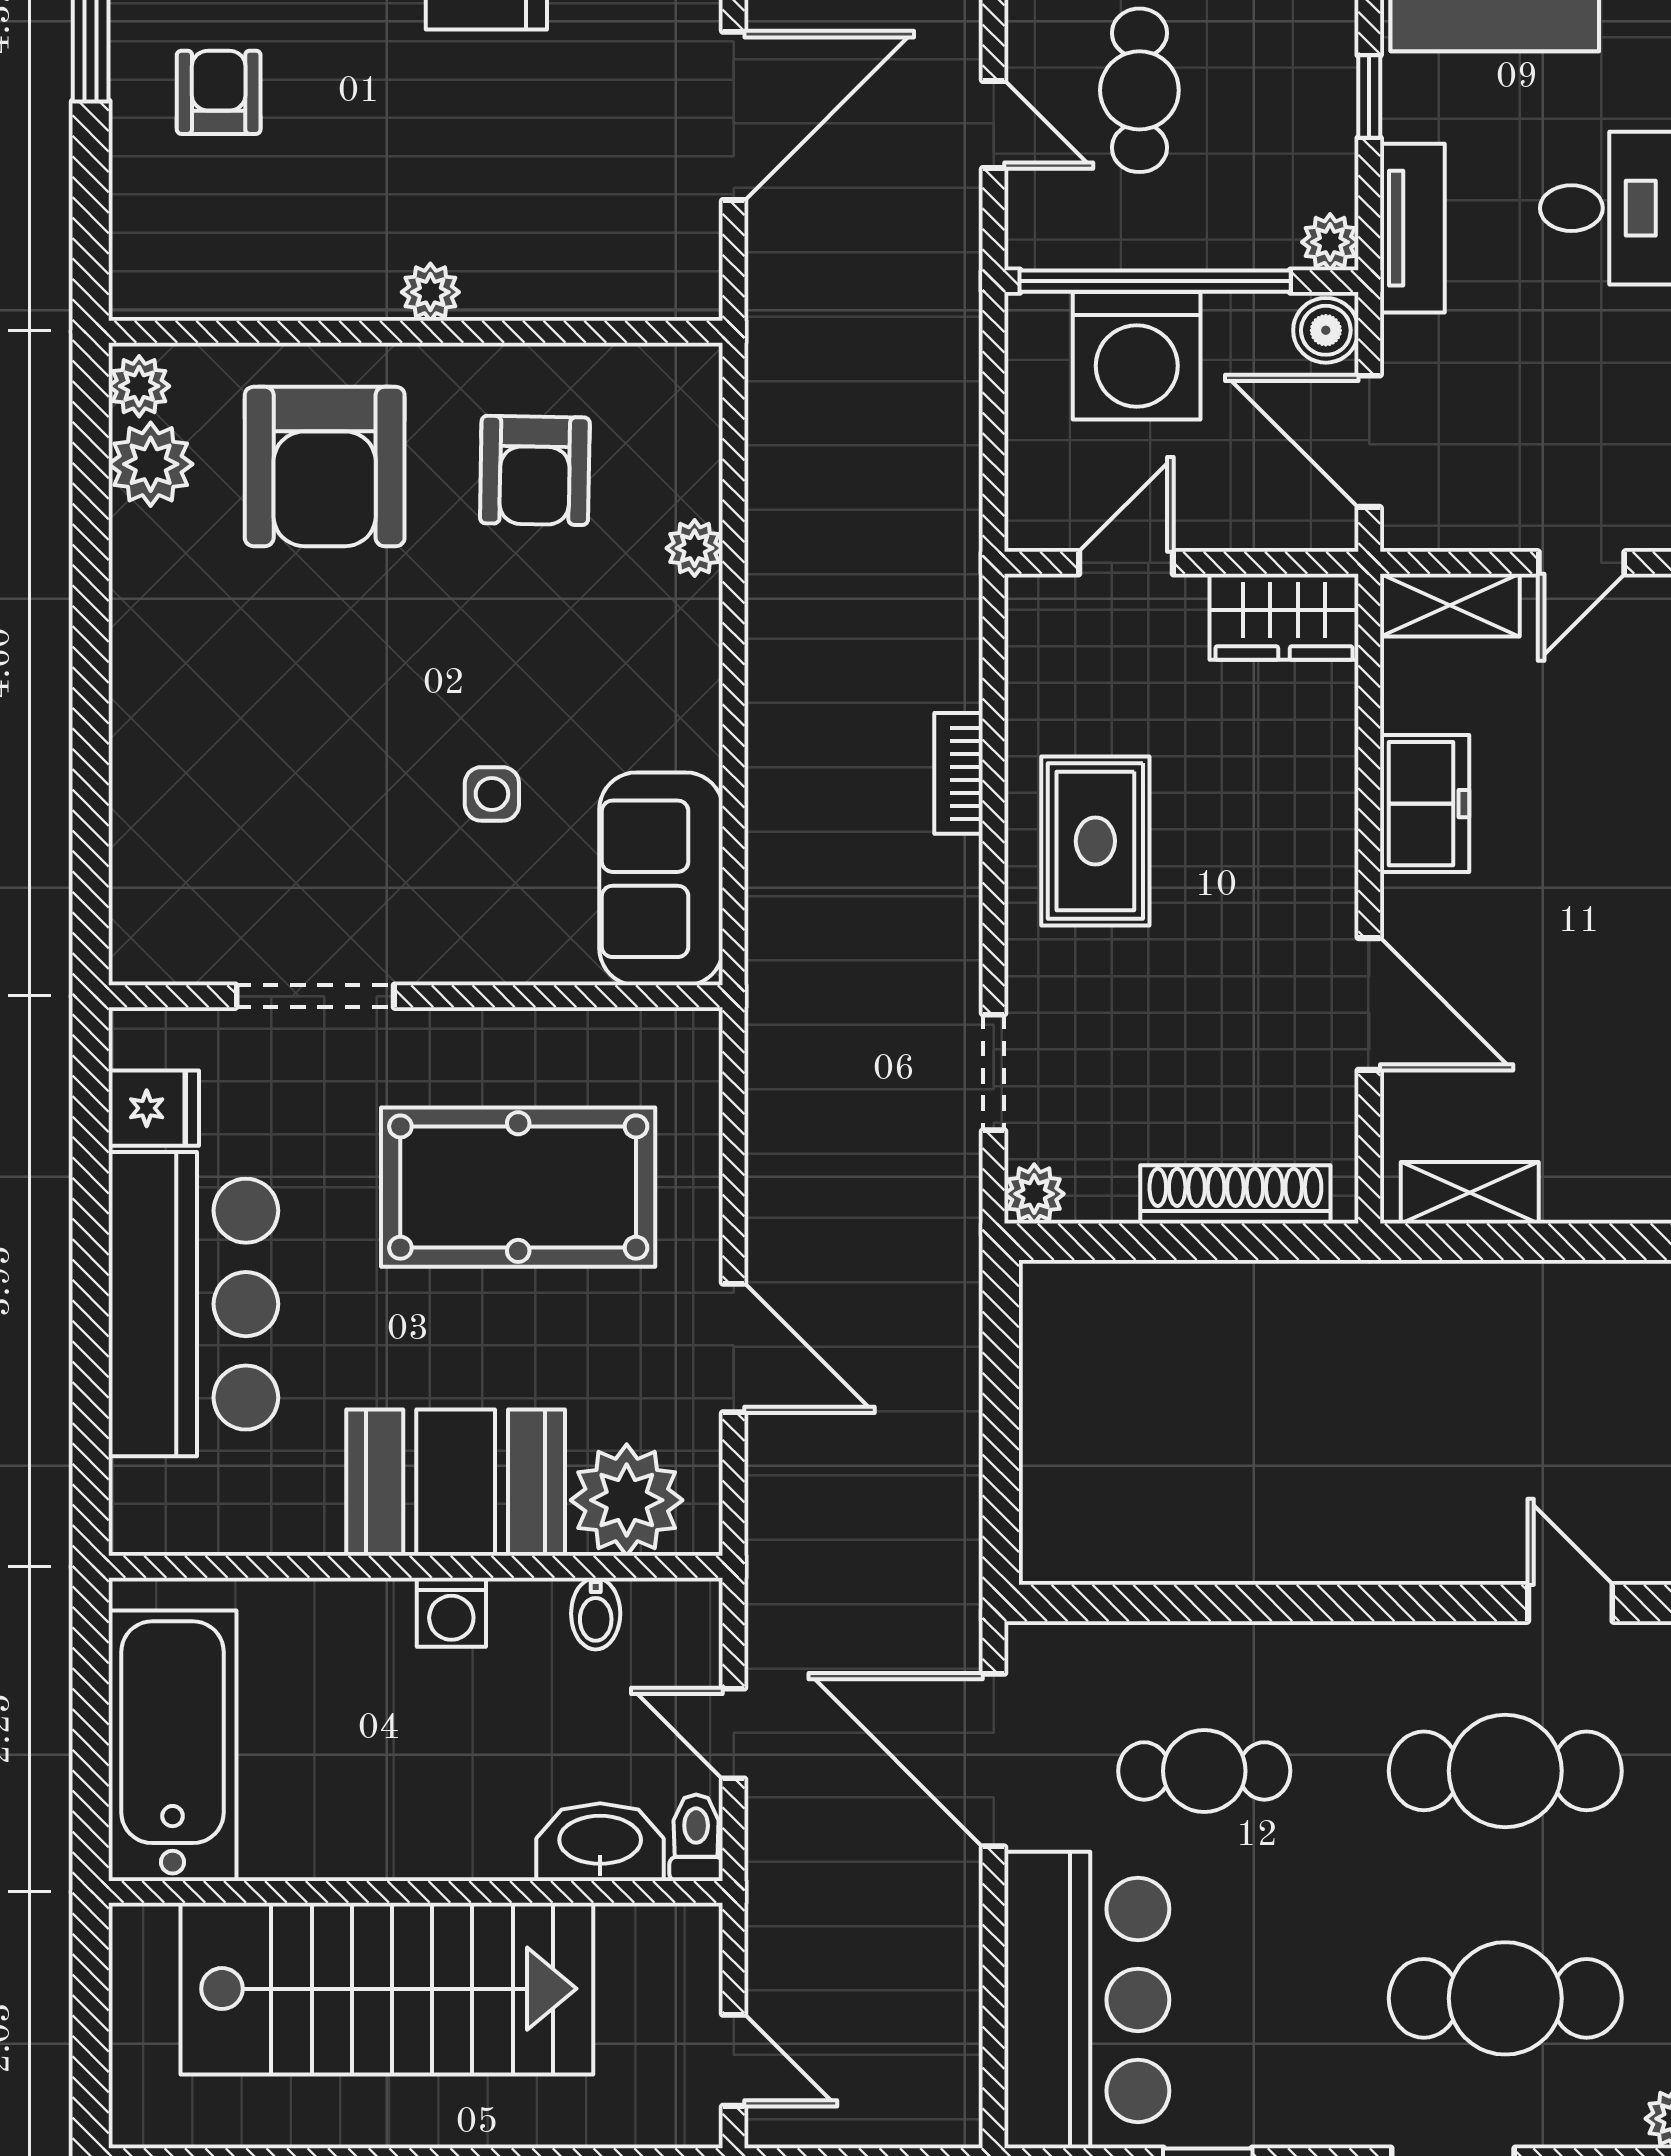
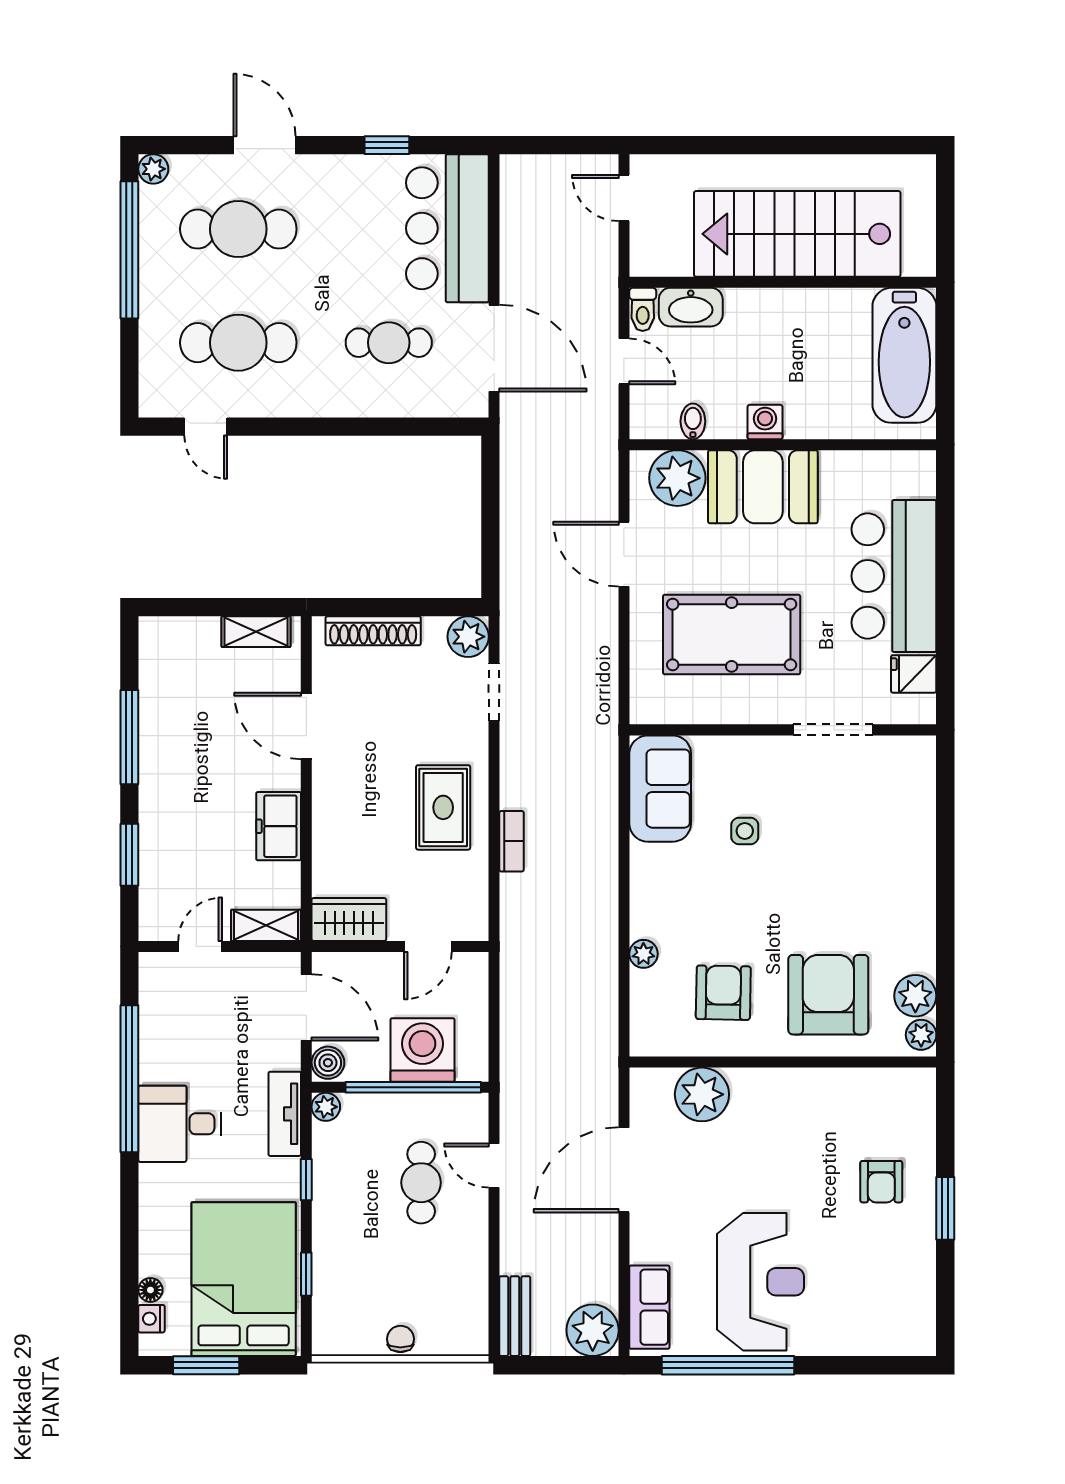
plant: (430, 292) -> (702, 1094), moved, width x1.87, depth x1.87
plant: (1034, 1194) -> (468, 637), width x1.38, depth x1.38

